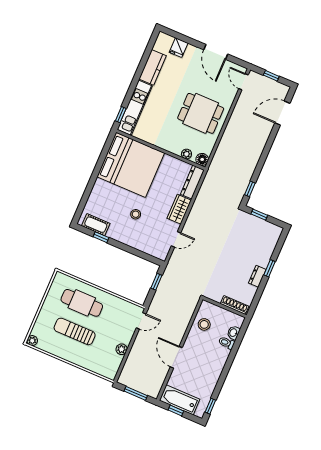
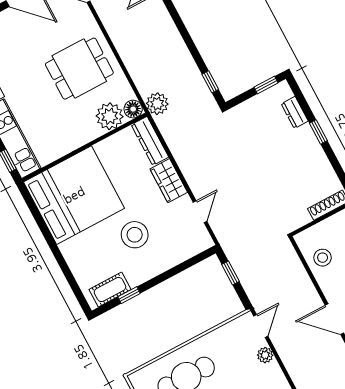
plant: (186, 154) -> (110, 116), width x1.88, depth x1.88
plant: (215, 170) -> (157, 104), added
stool: (136, 214) -> (135, 235), width x1.89, depth x1.89
window: (259, 215) -> (266, 85), moved
dresser: (257, 276) -> (295, 112), moved
plant: (122, 349) -> (265, 355), moved

